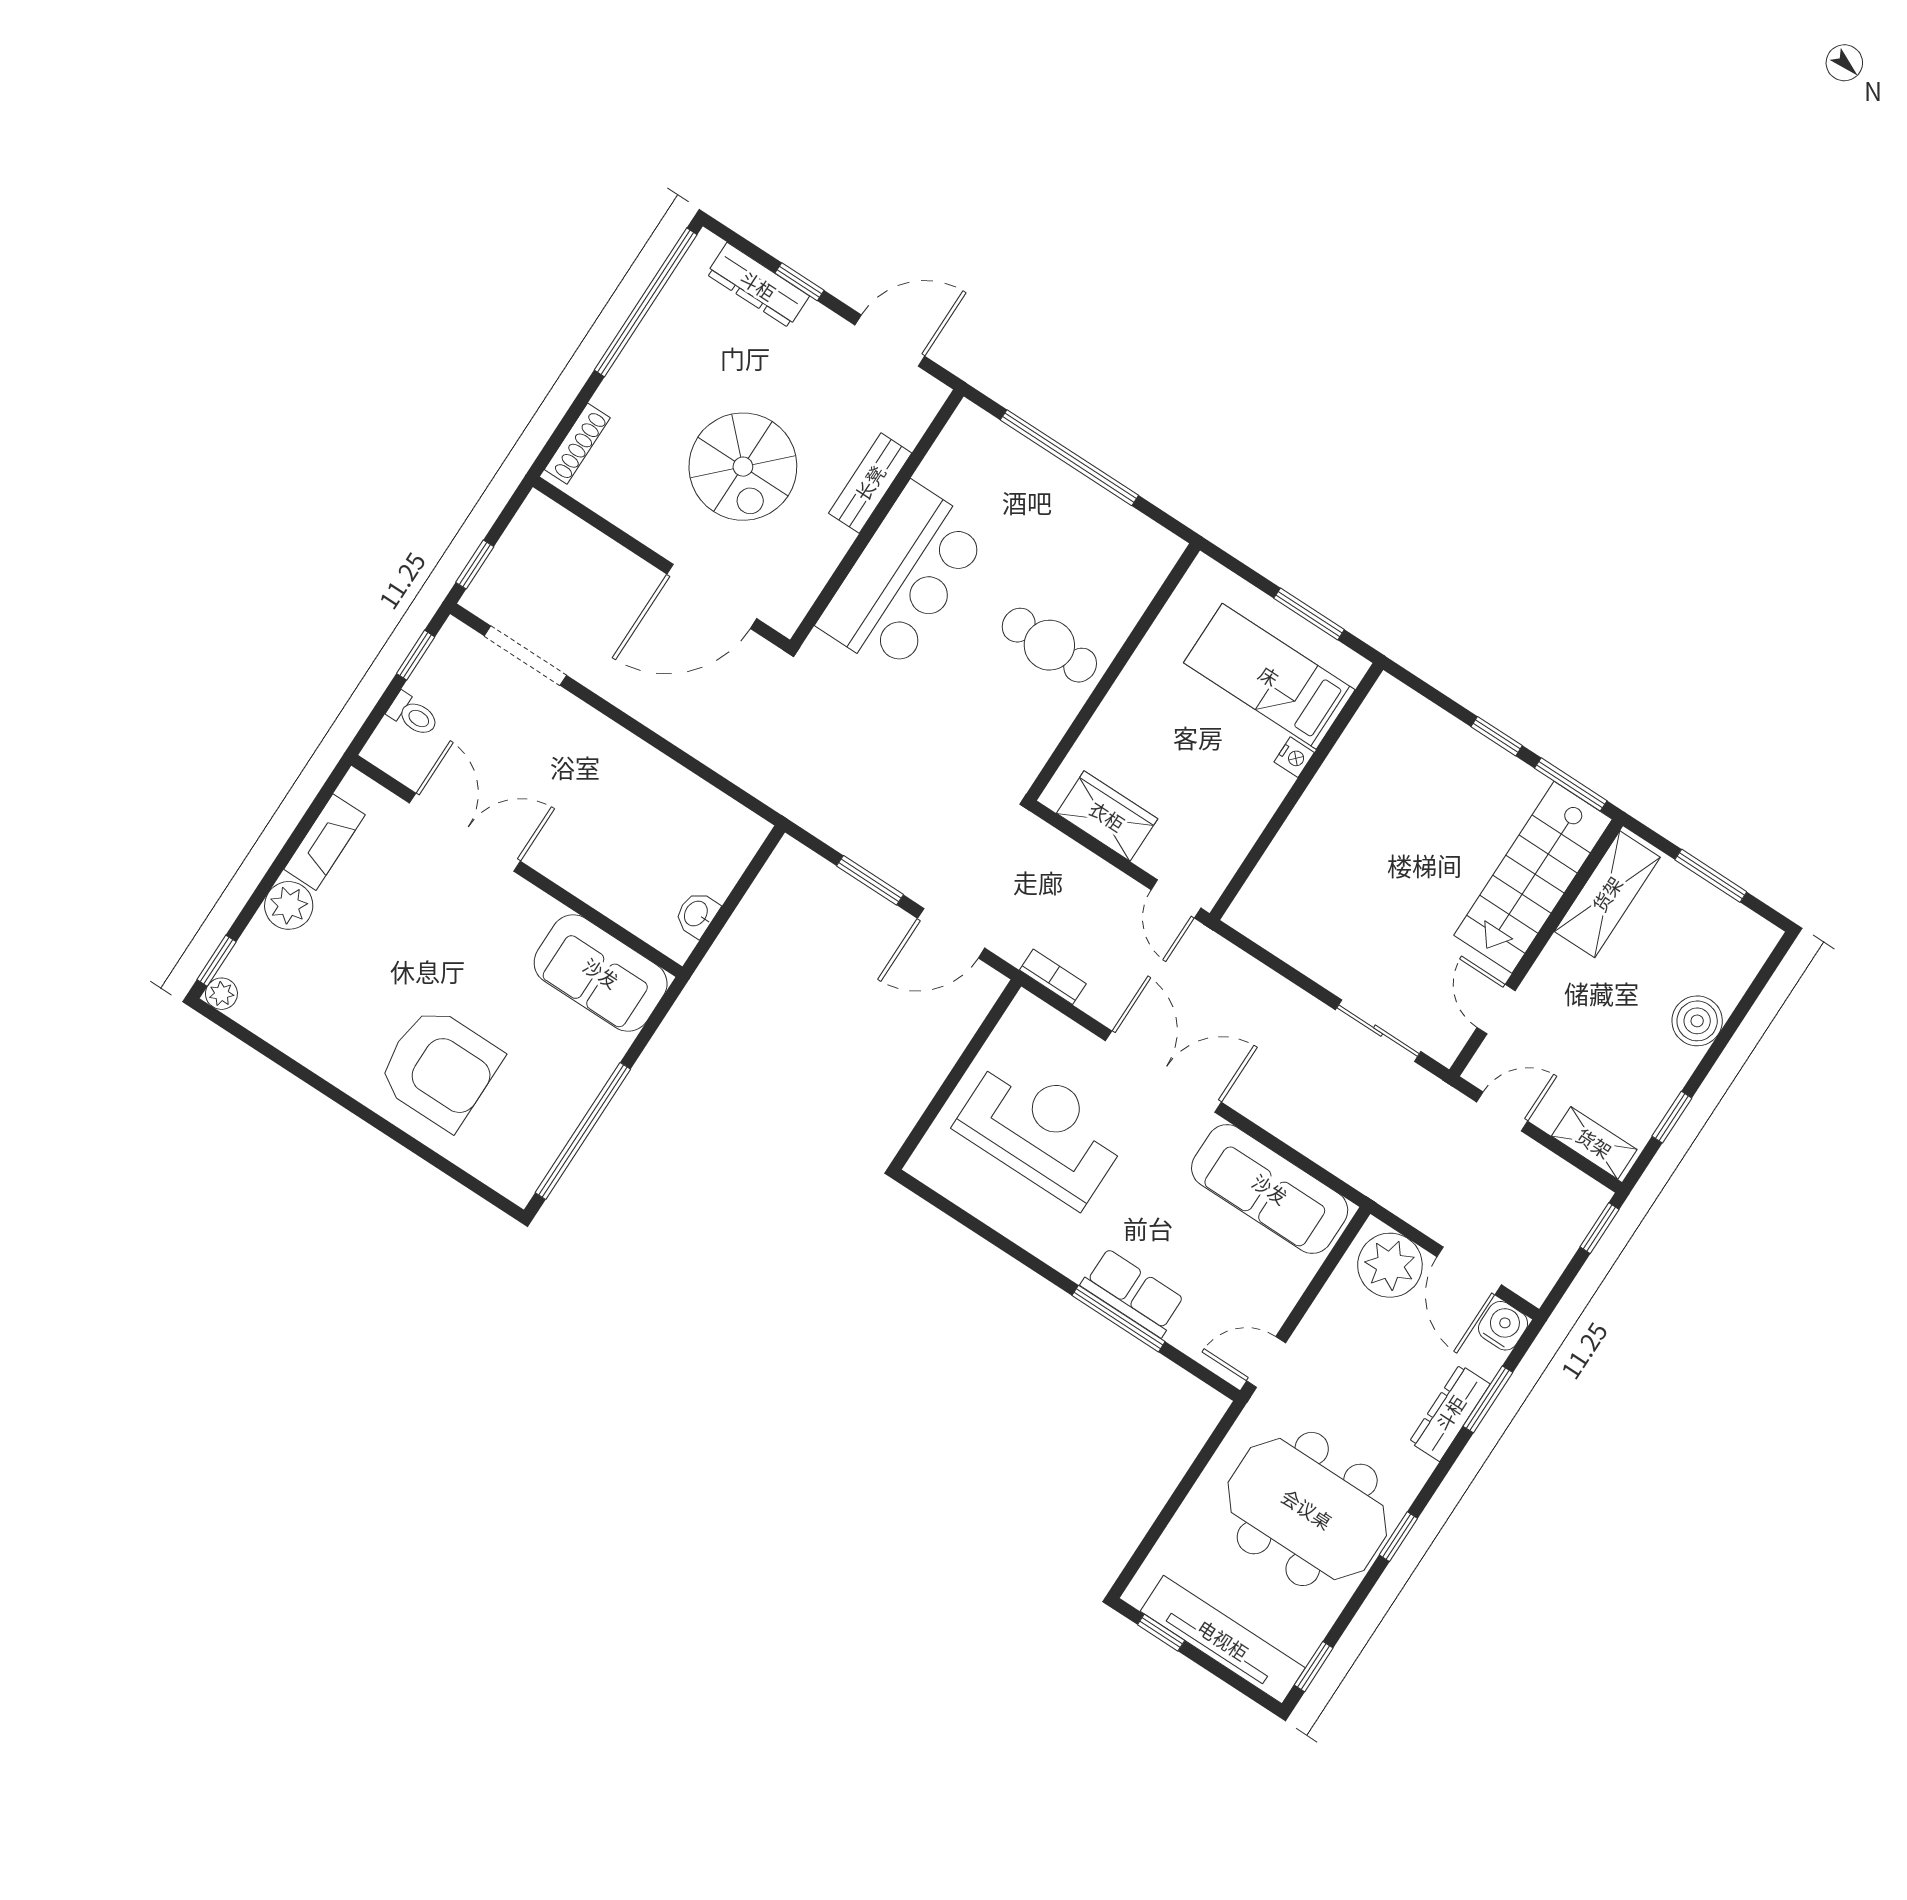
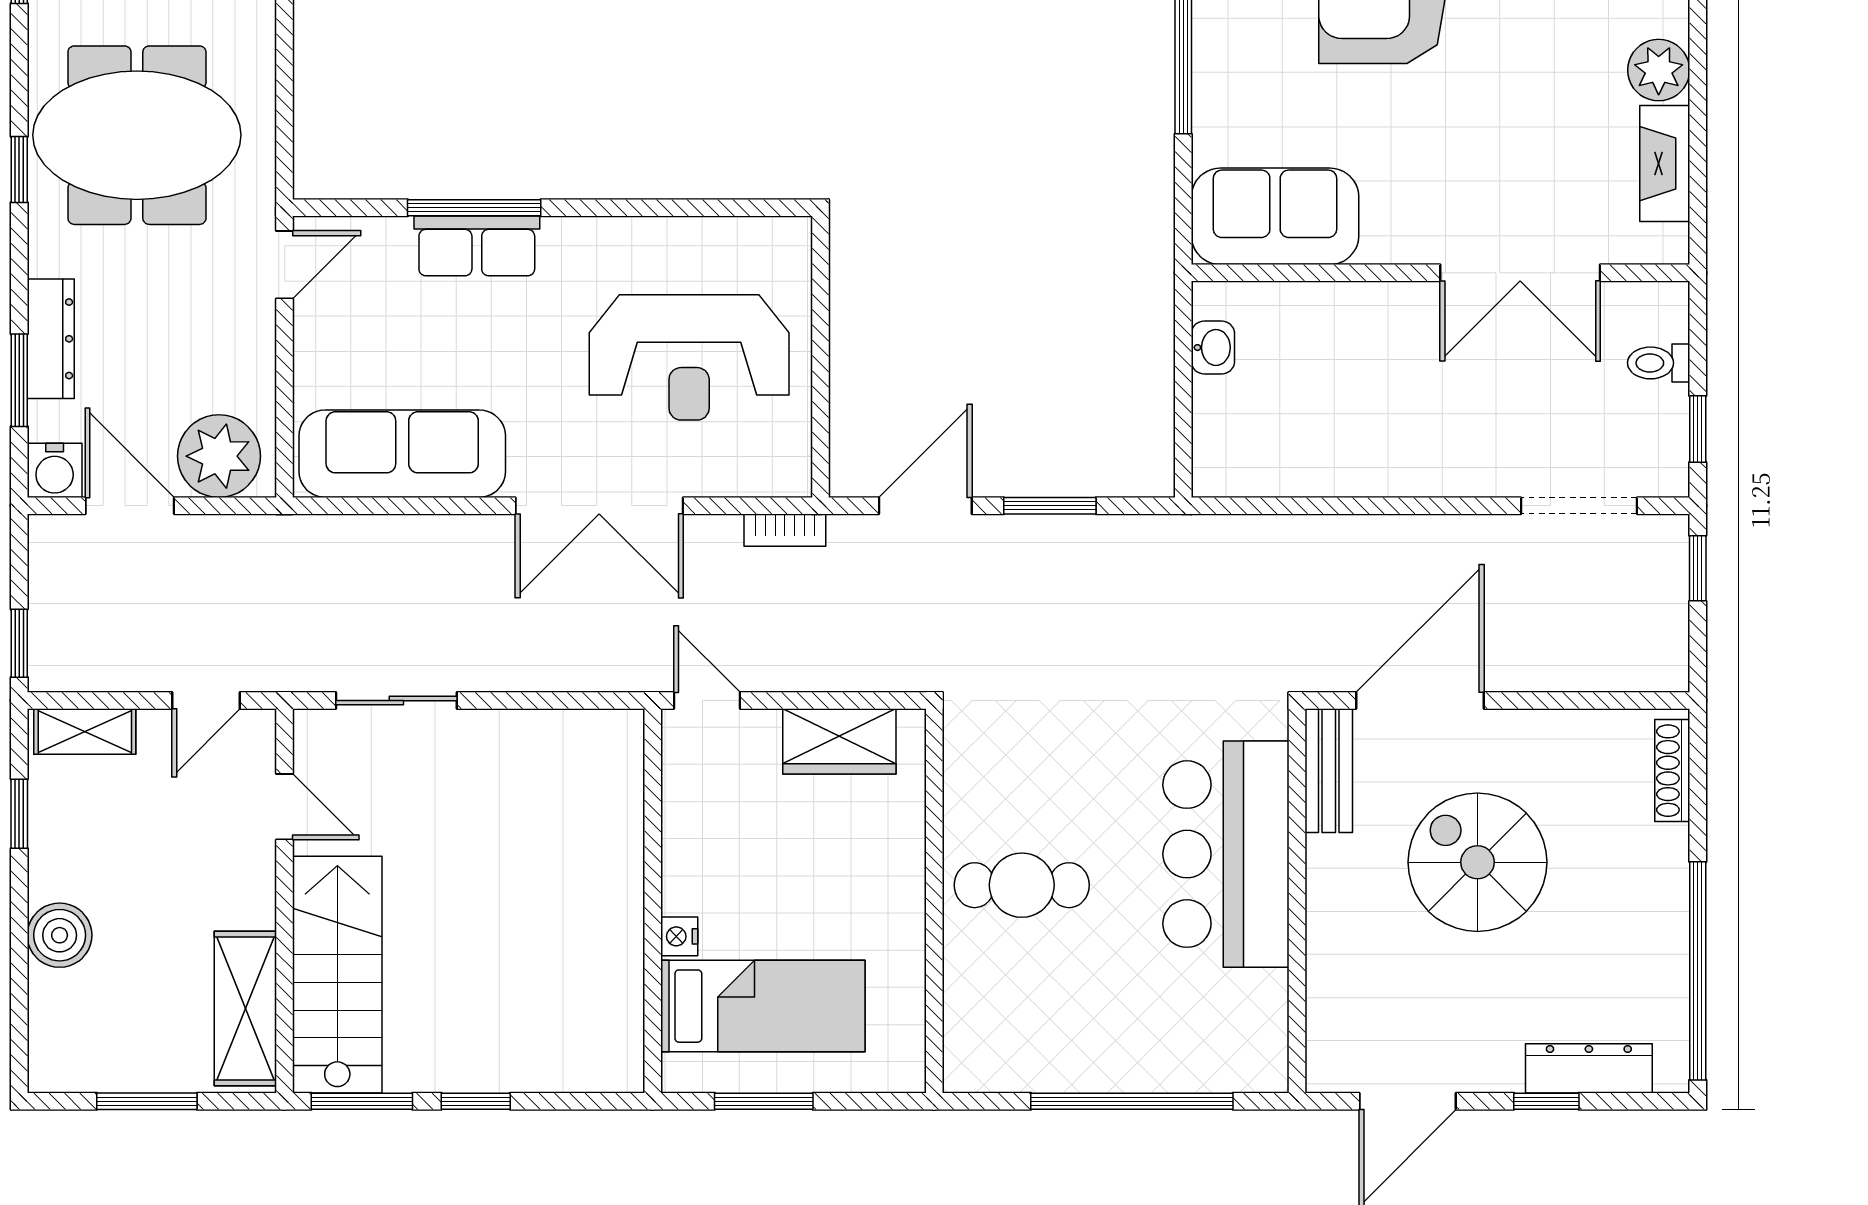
bench: (870, 483) -> (1329, 771), moved

